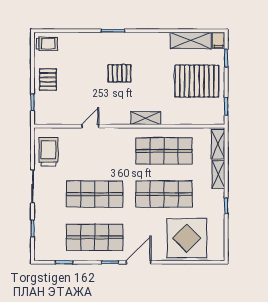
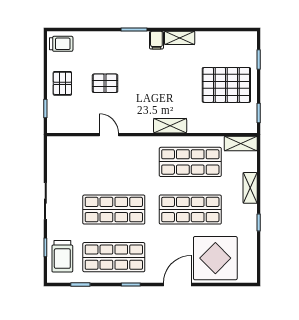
shelving: (191, 40) -> (180, 38), moved, width x0.67, depth x0.75
filing cabinet: (219, 40) -> (156, 40), moved
pallet: (120, 73) -> (105, 83), moved
door: (90, 126) -> (109, 135), hinge flipped
shelving: (218, 144) -> (241, 144), moved, turned 90
trolley: (48, 152) -> (62, 256), moved, turned 180
door: (139, 262) -> (177, 284), moved

